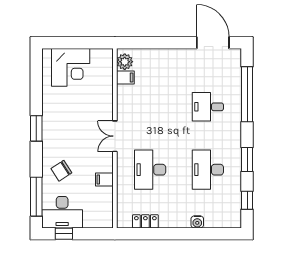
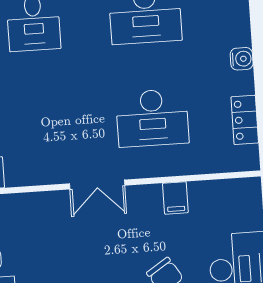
water cooler: (197, 222) -> (242, 59), moved

